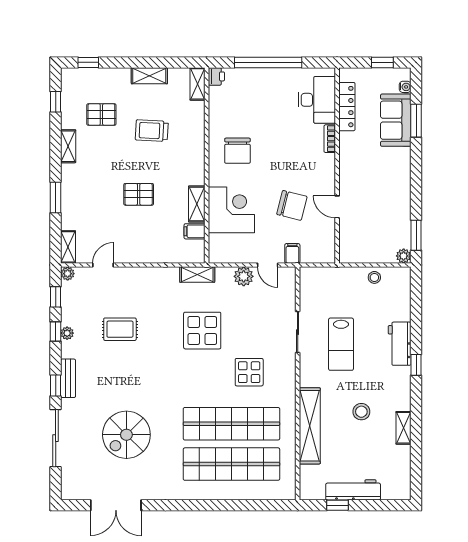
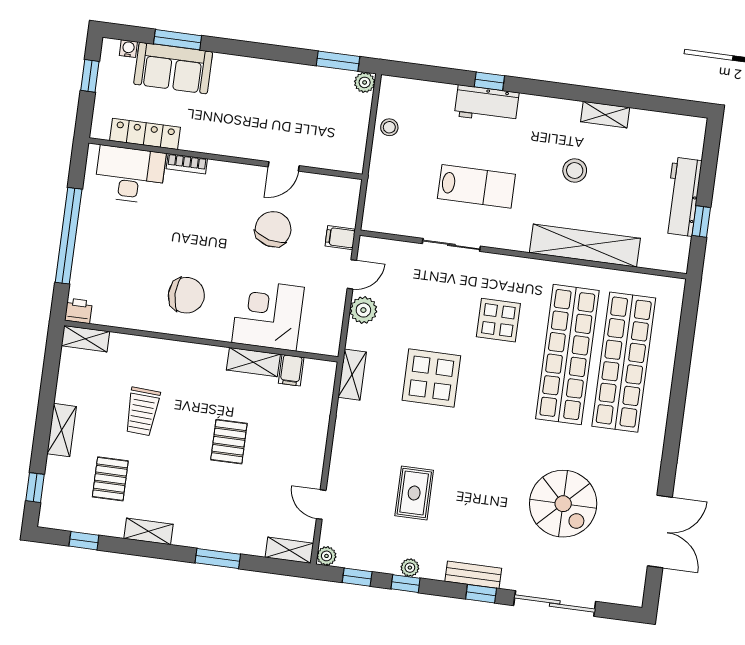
shelving: (149, 76) -> (62, 430), moved
window: (416, 365) -> (489, 81), moved

